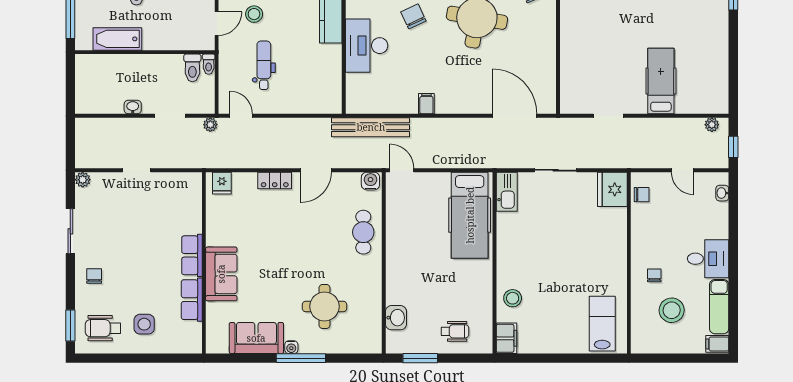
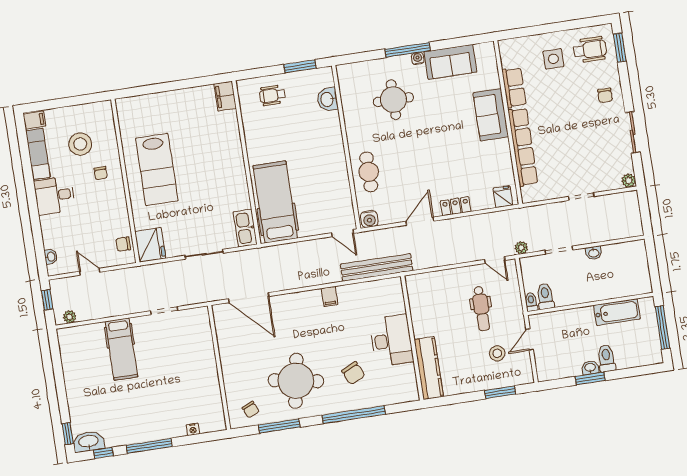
row of seats: (192, 255) -> (523, 147), width x2.02
stool: (513, 298) -> (225, 133), removed
lab bench: (602, 324) -> (157, 170), moved, width x1.36, depth x1.39

